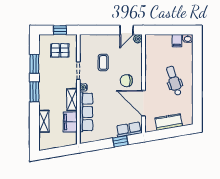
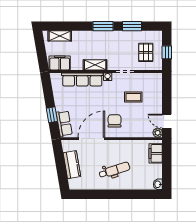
filing cabinet: (177, 41) -> (156, 153), moved, width x2.00
shelving: (44, 121) -> (60, 36), moved
filing cabinet: (70, 122) -> (60, 63), moved

